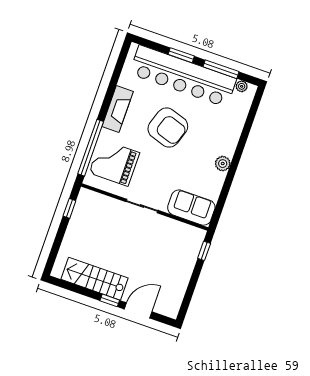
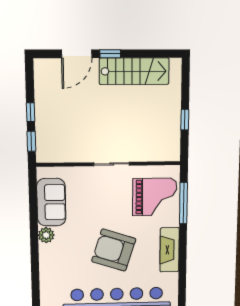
window: (91, 148) -> (183, 203), width x0.68
window: (69, 208) -> (185, 120), moved
sofa: (191, 208) -> (51, 202), moved, turned -90
window: (195, 276) -> (31, 112), added

